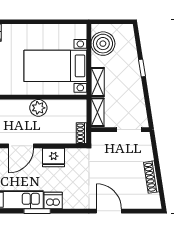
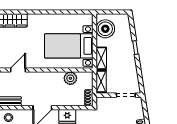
plant: (38, 108) -> (70, 78), moved

